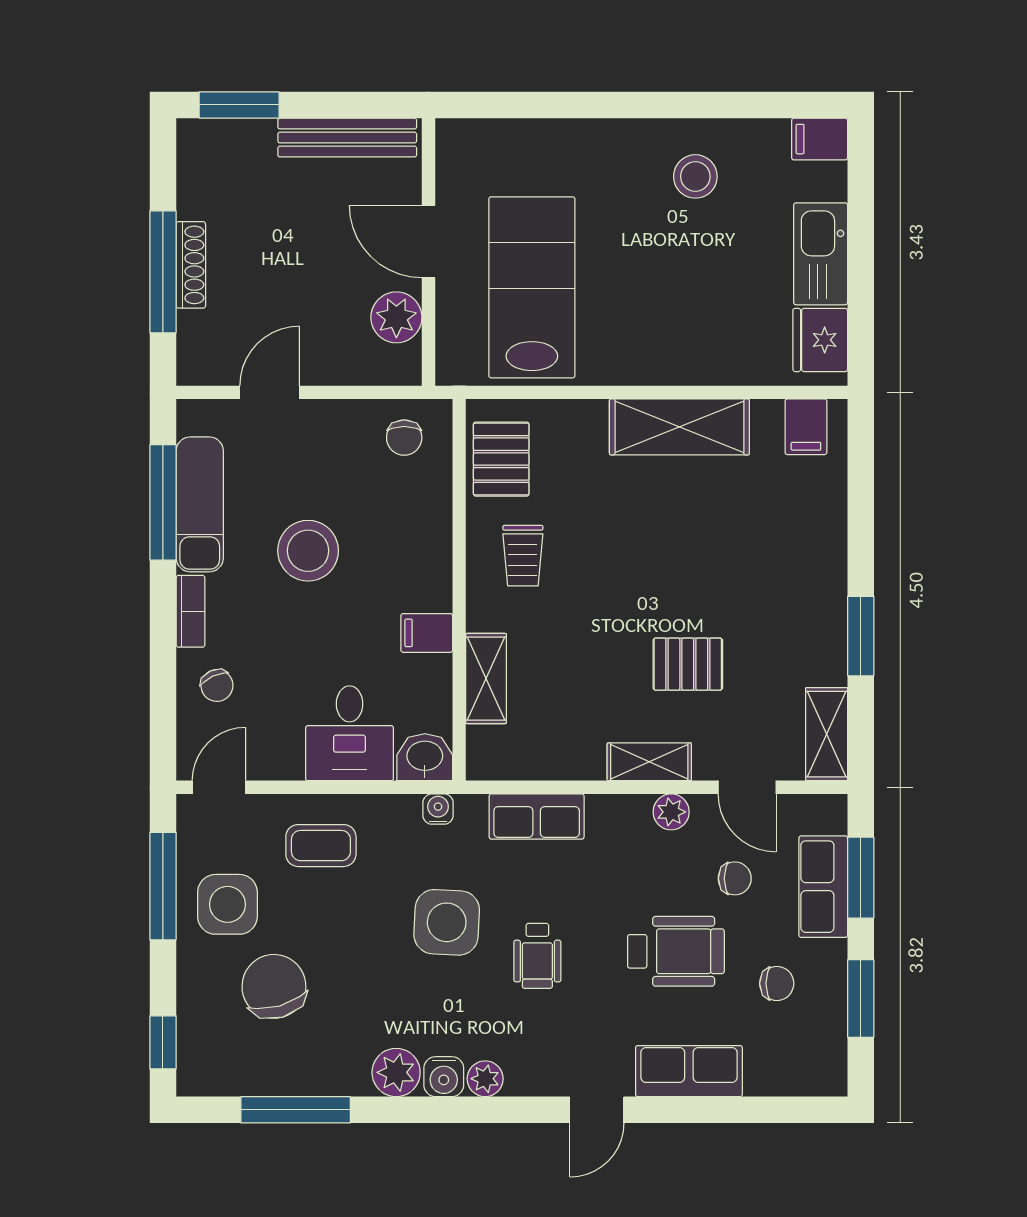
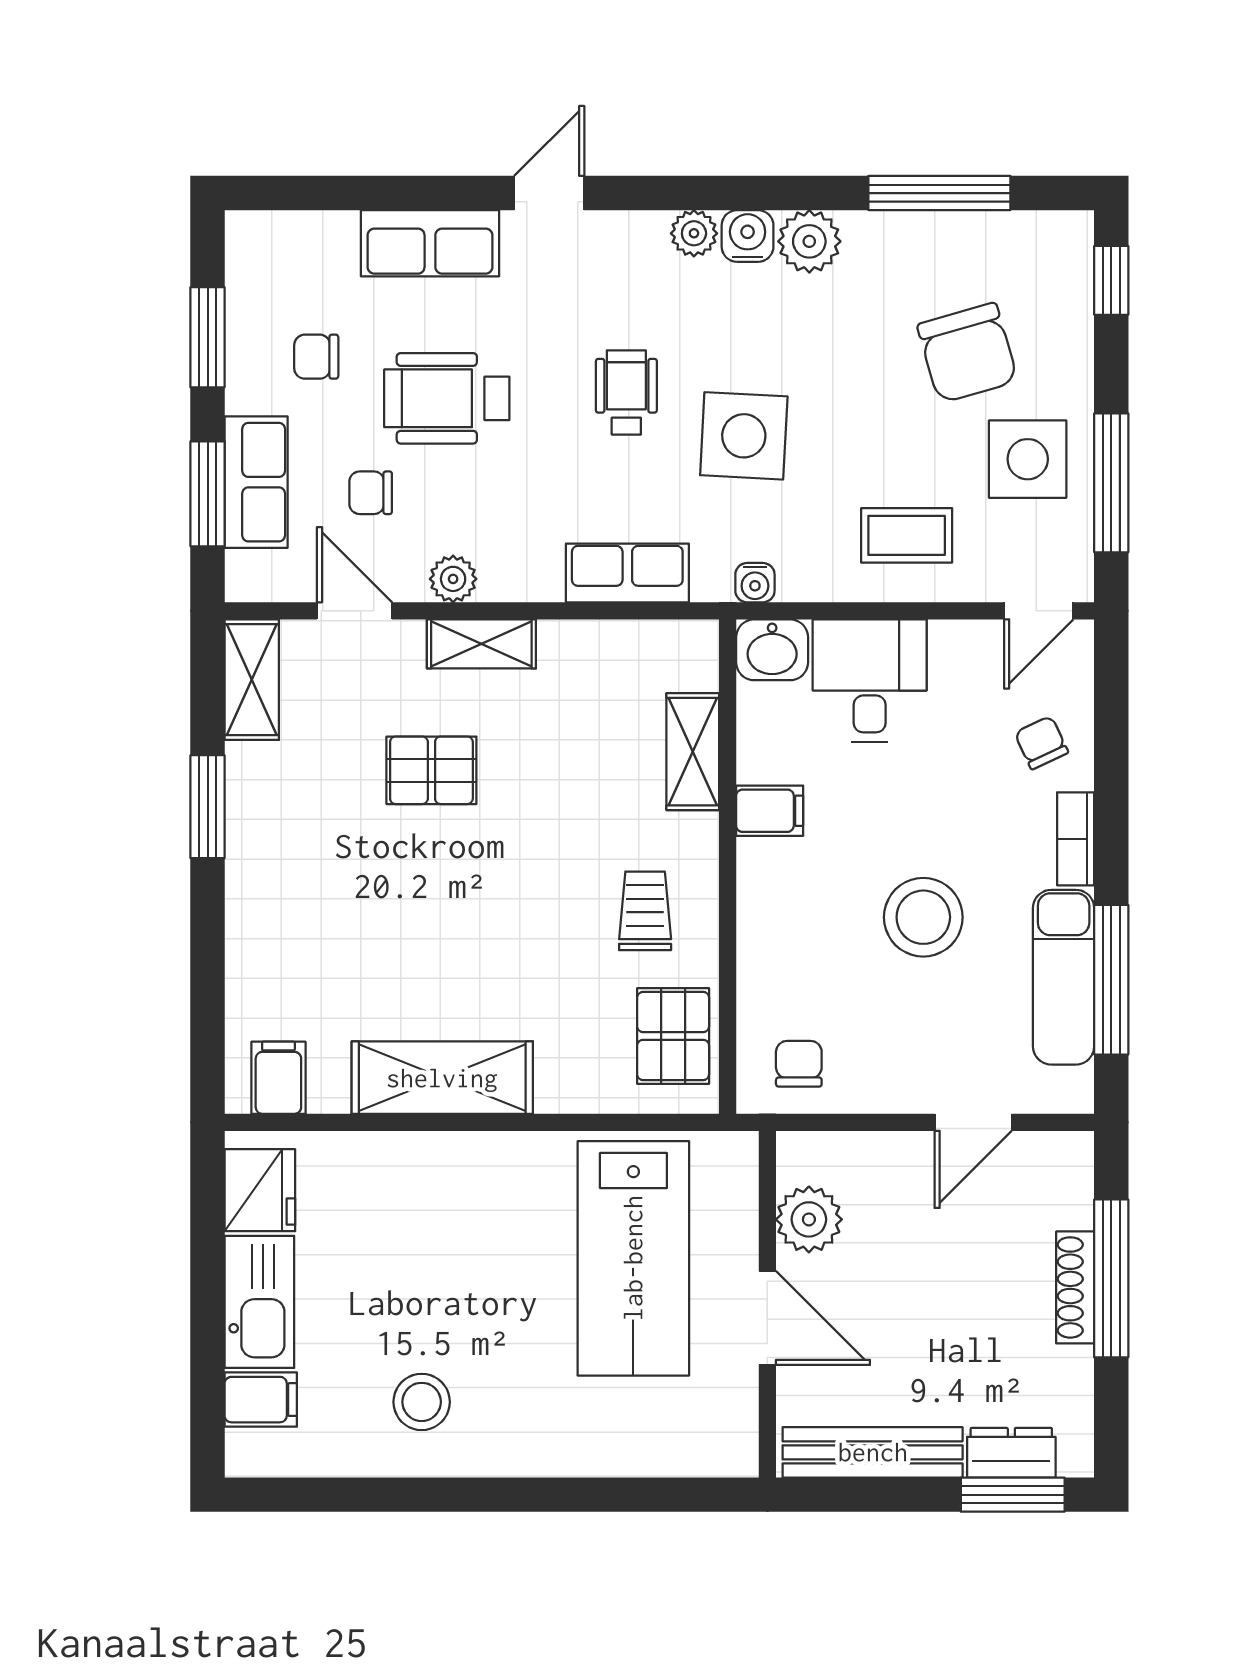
dresser: (240, 137) -> (1011, 1453), added
filing cabinet: (820, 139) -> (261, 1400), moved

